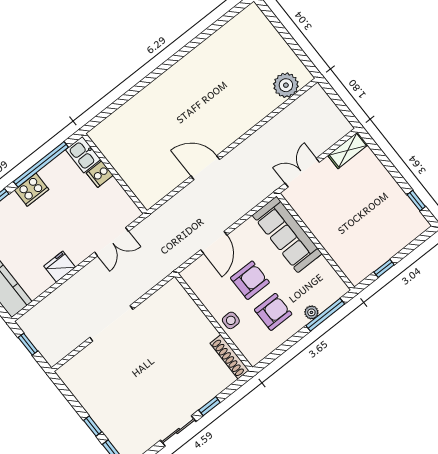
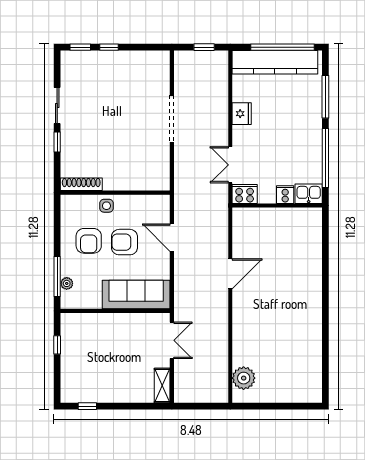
cooker: (32, 190) -> (245, 194), moved, turned 90
armchair: (250, 280) -> (124, 242), turned 90
plant: (311, 312) -> (67, 283), moved

